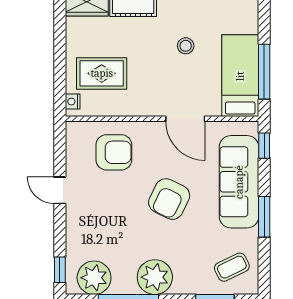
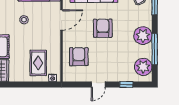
armchair: (169, 199) -> (103, 28), turned -116
window: (60, 270) -> (126, 84), moved

